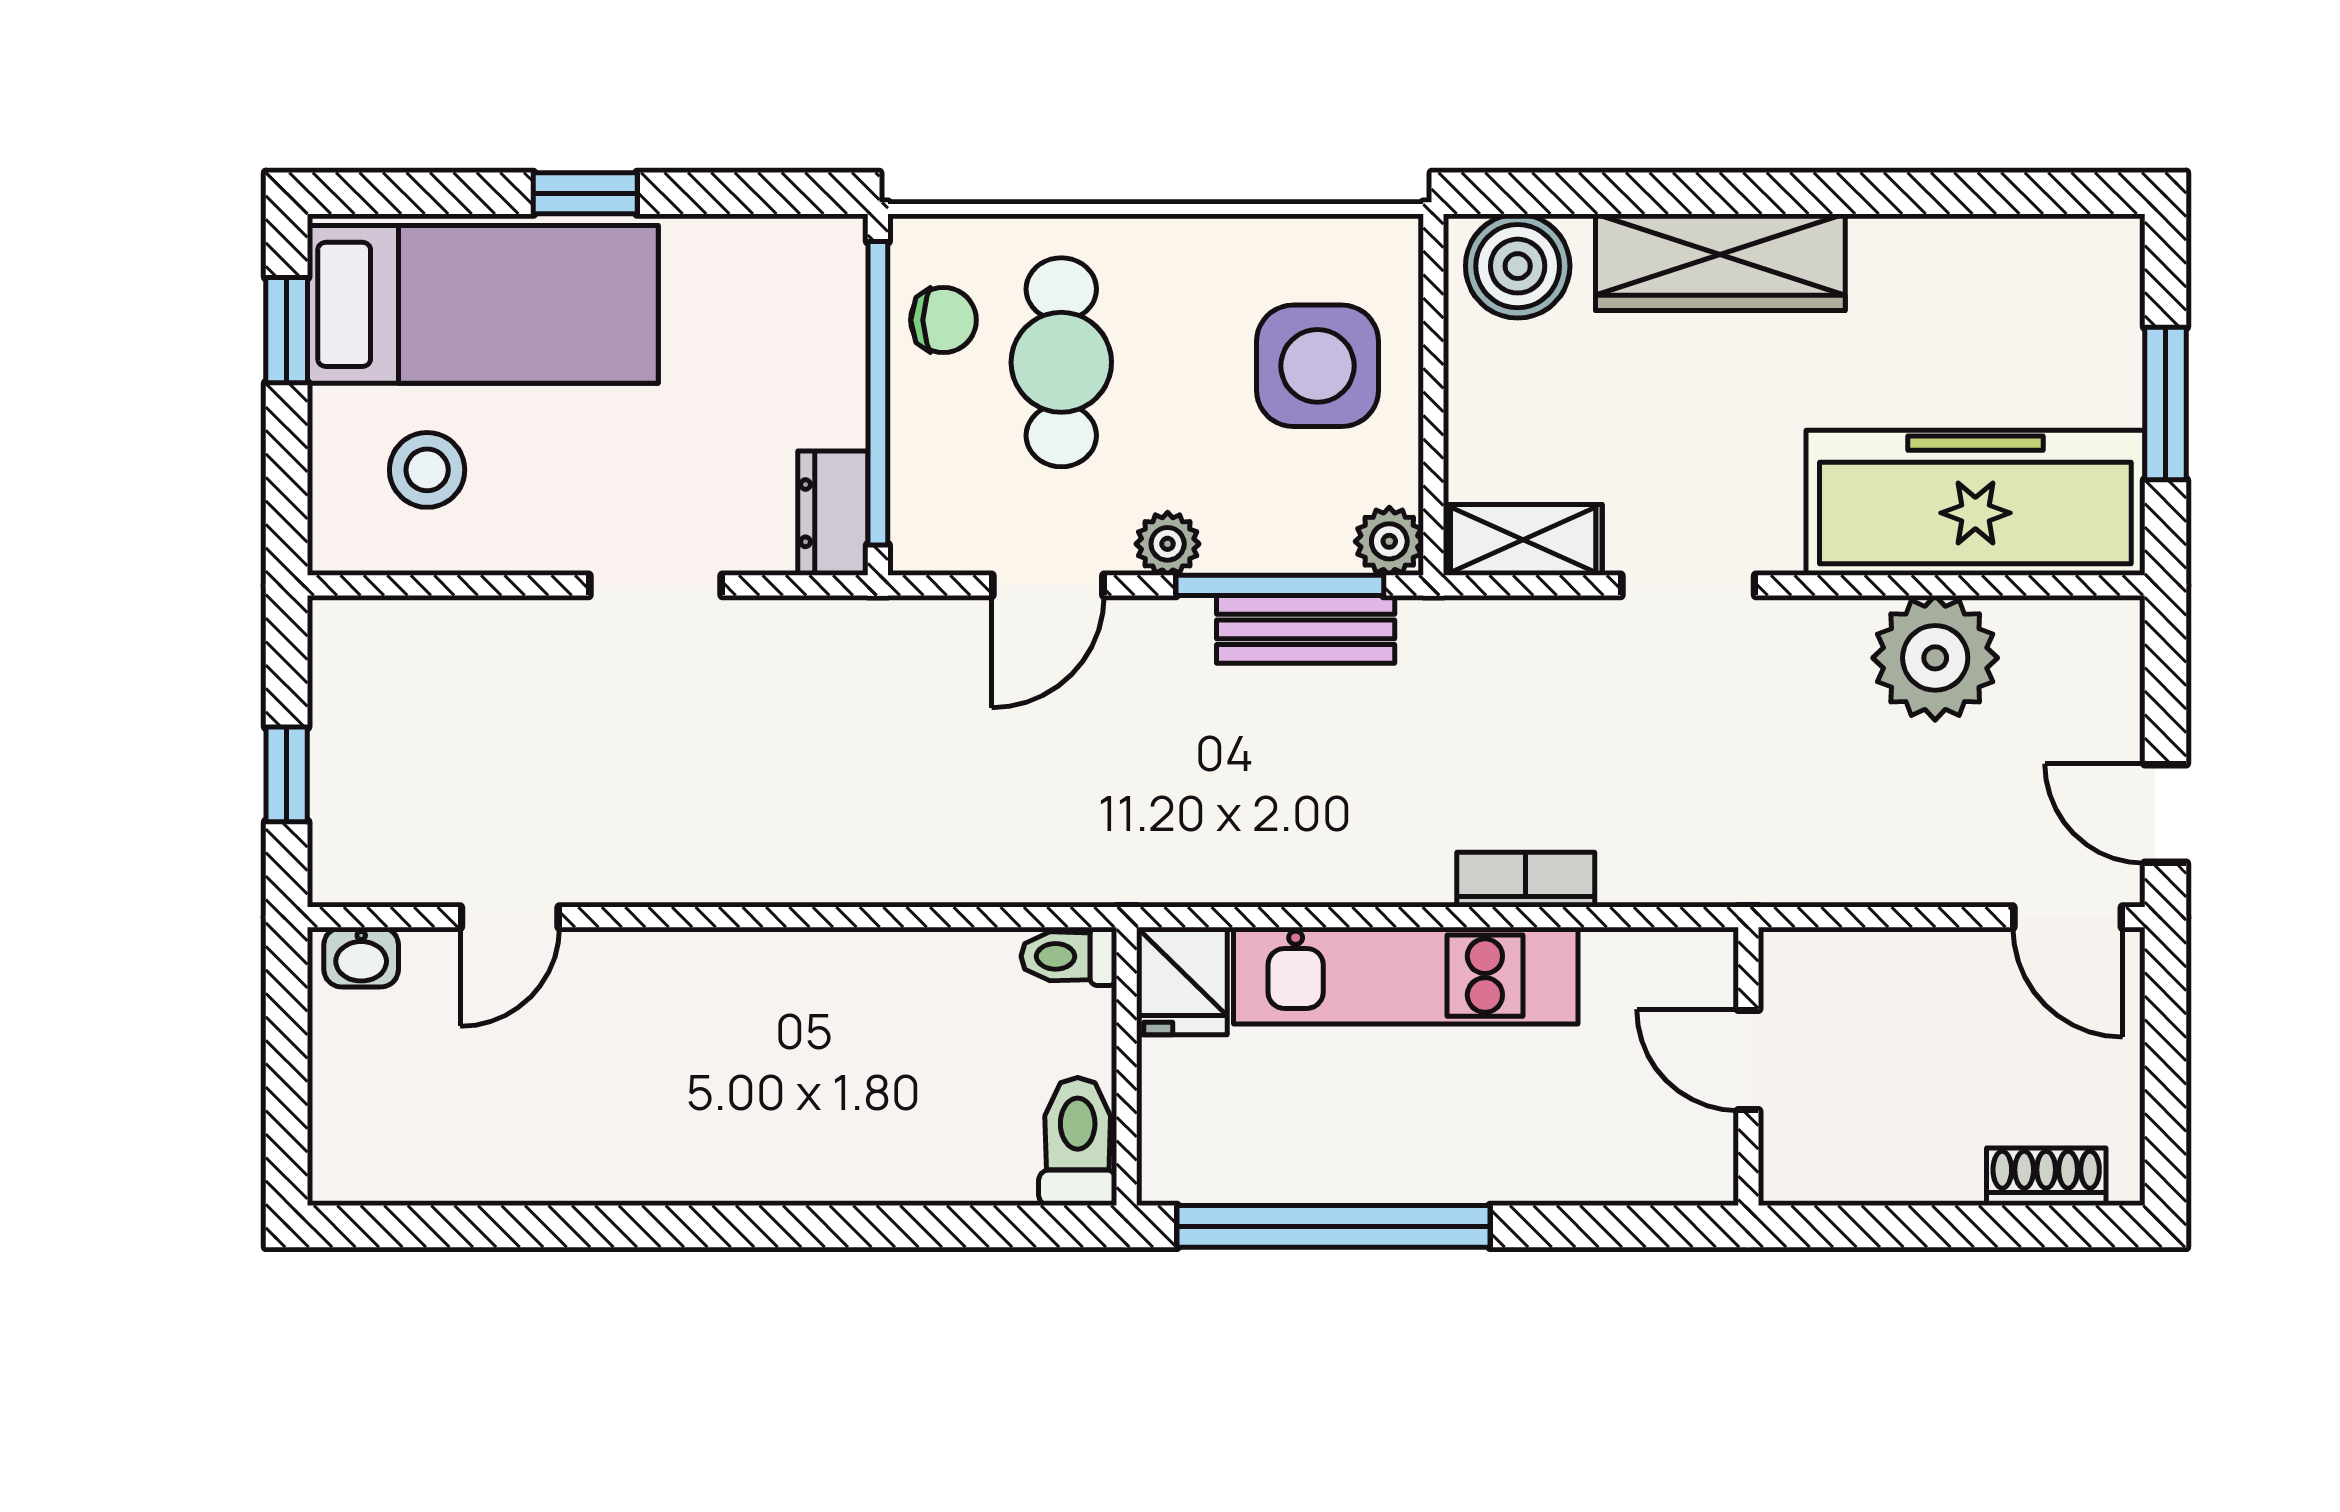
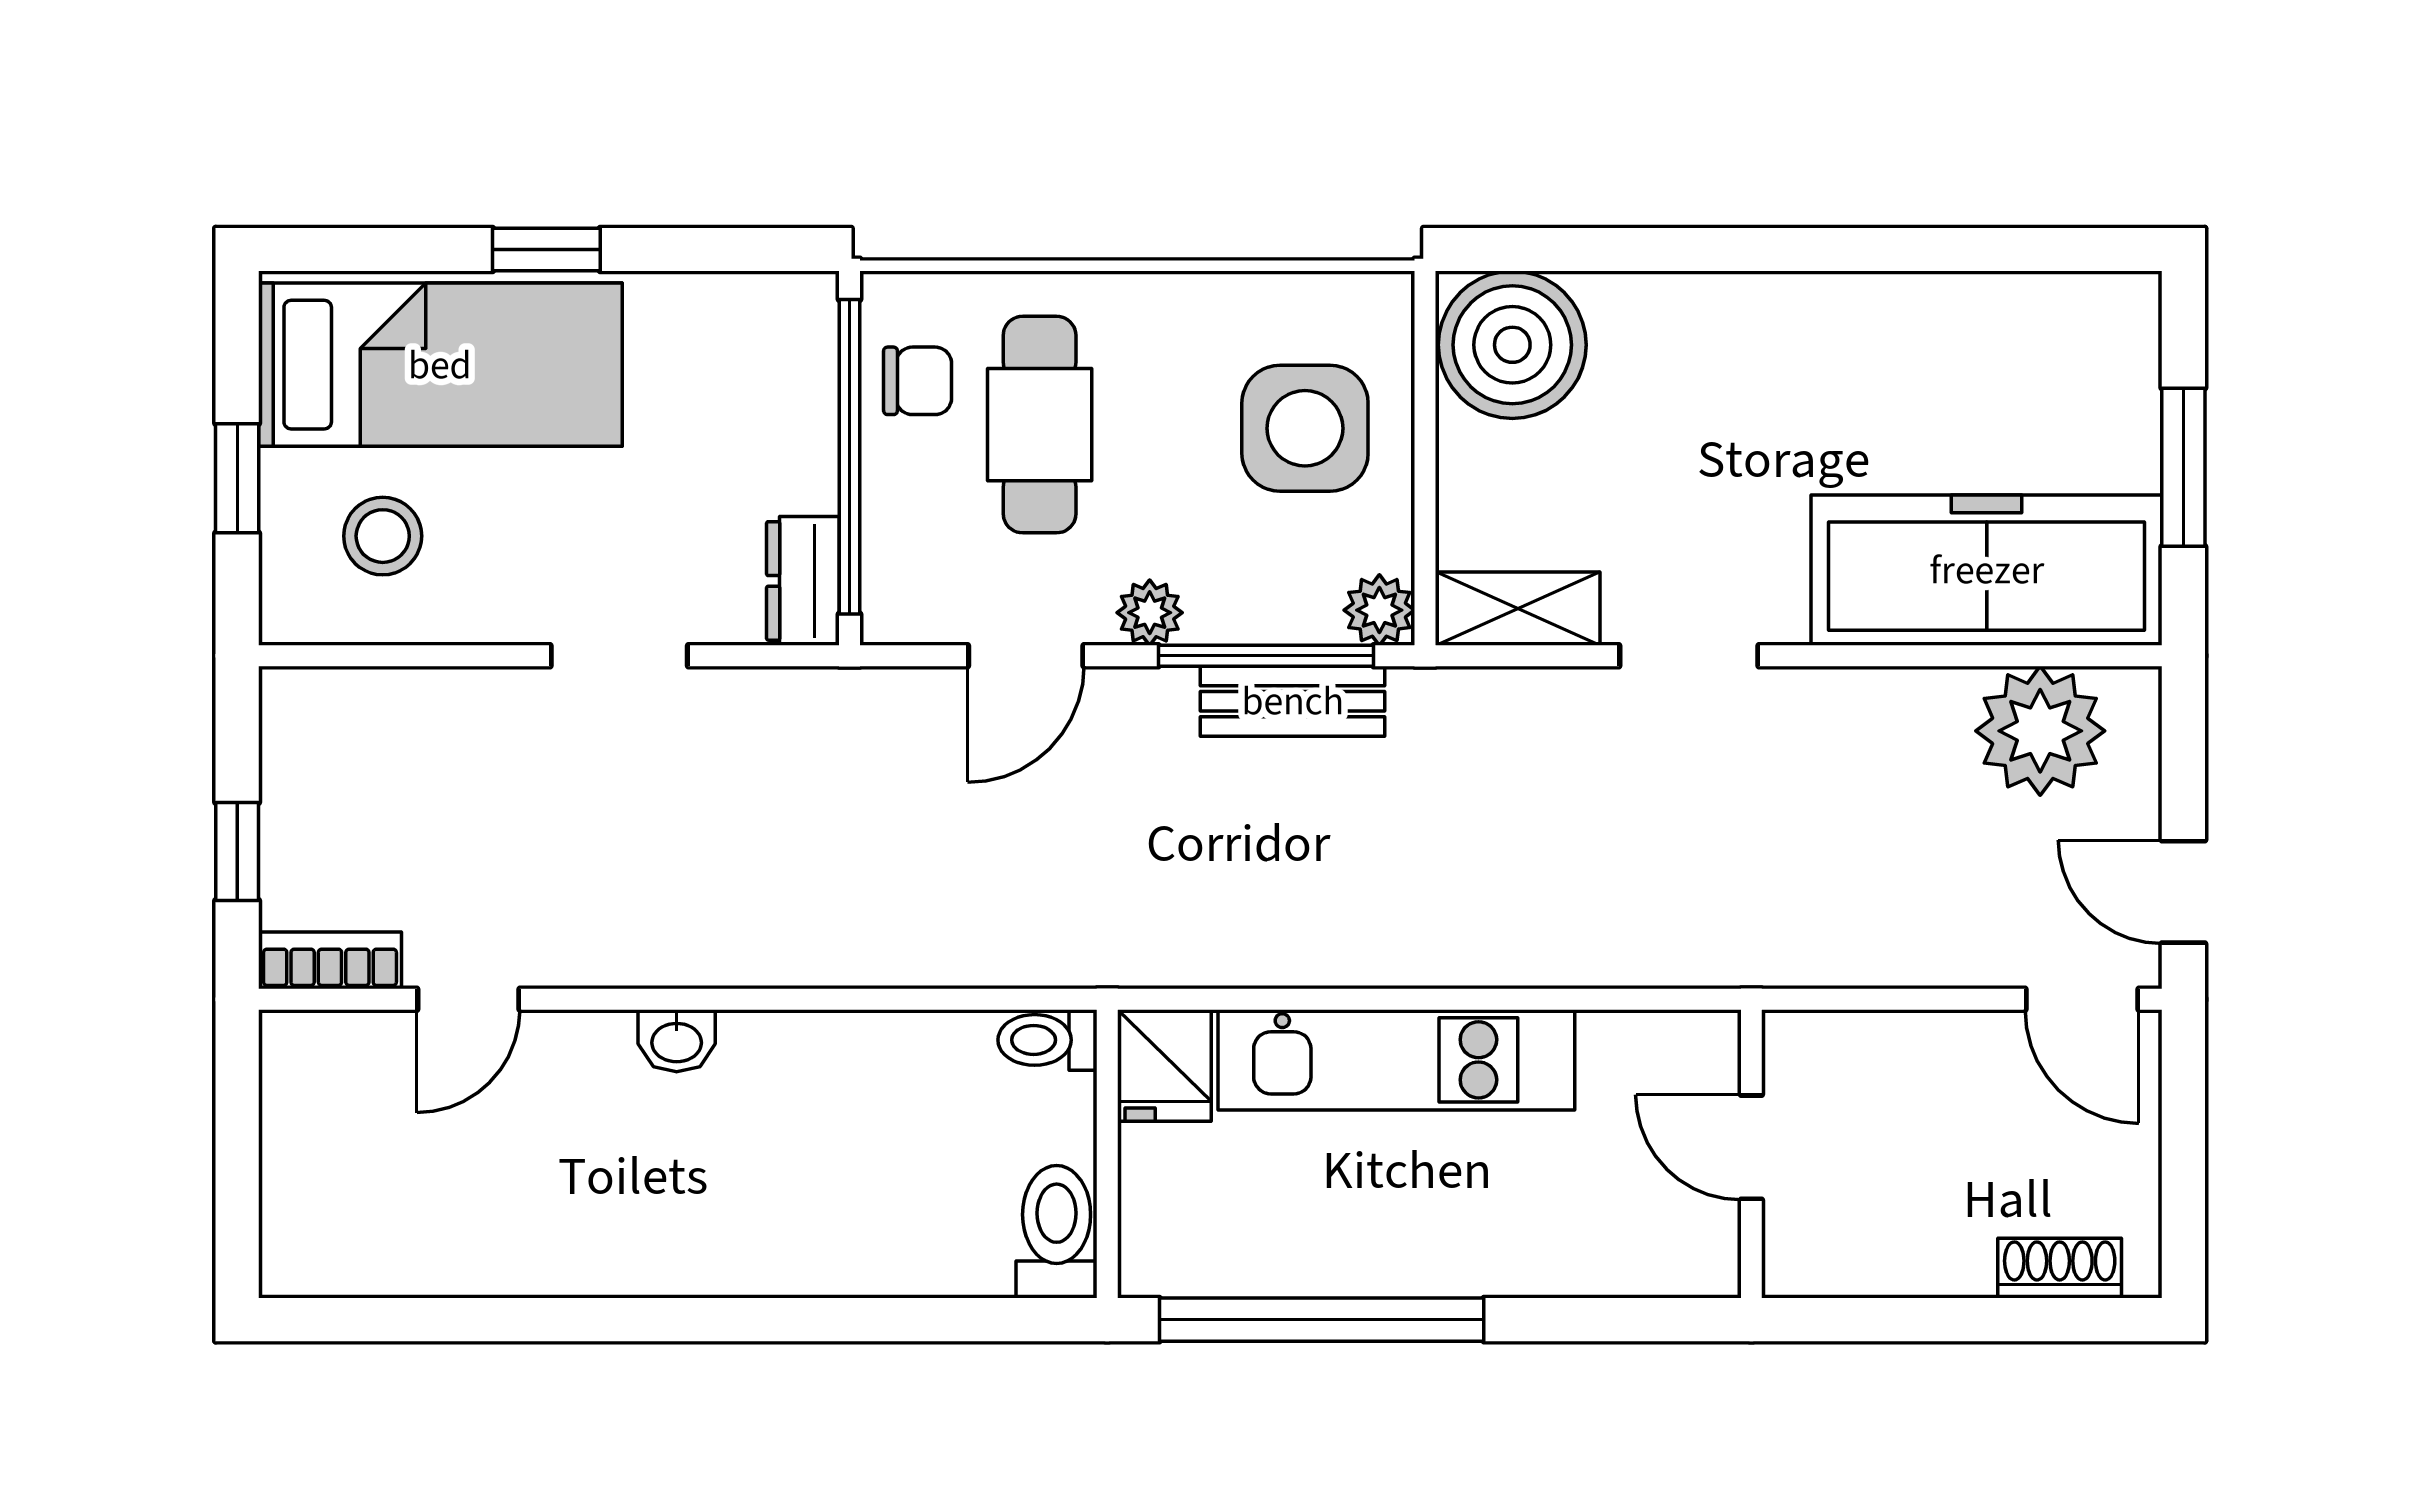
wardrobe: (1720, 262) -> (1722, 321), removed
boiler: (1518, 266) -> (1512, 345), width x1.37, depth x1.37
window: (287, 330) -> (237, 478), moved
plant: (1935, 658) -> (2040, 731), moved
bookcase: (1526, 880) -> (330, 960), moved
washbasin: (361, 957) -> (677, 1041), moved

